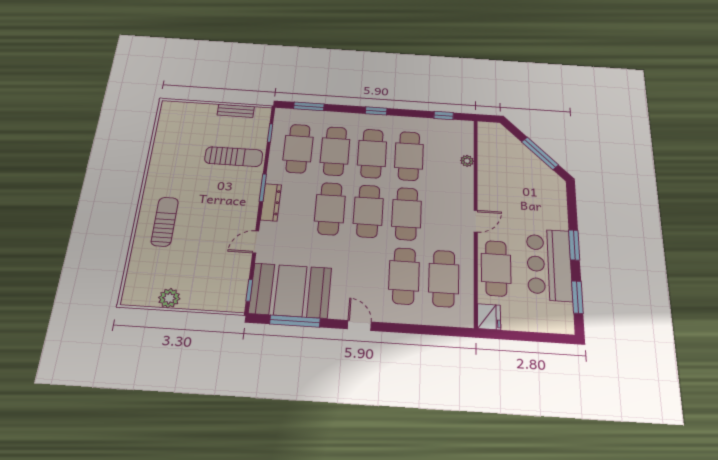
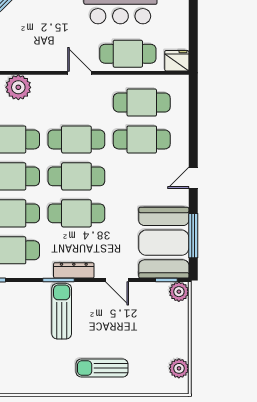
sun lounger: (234, 157) -> (62, 311), moved
plant: (467, 161) -> (18, 87), width x1.88, depth x1.88
plant: (169, 298) -> (179, 368), moved
plant: (235, 302) -> (179, 292), added

